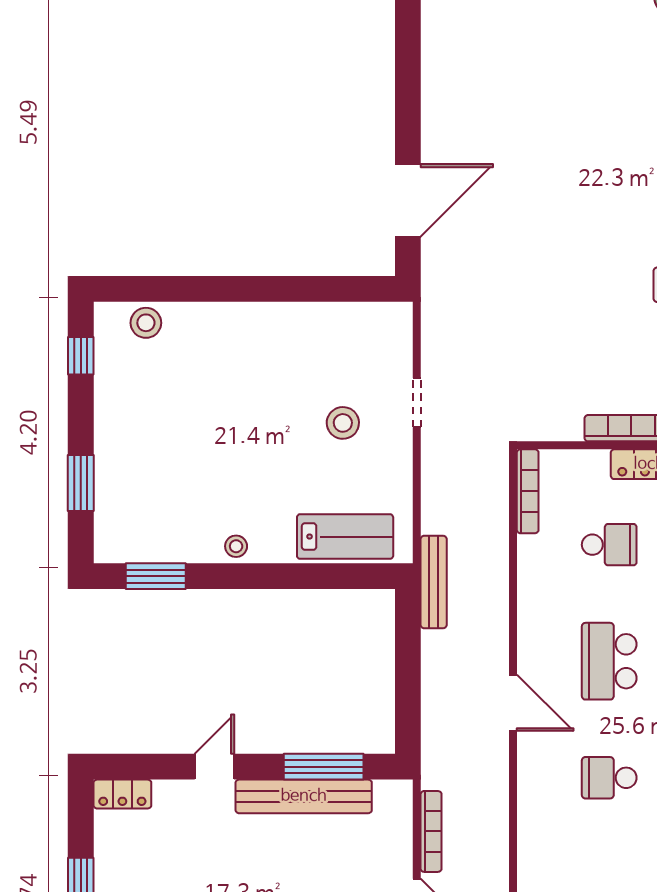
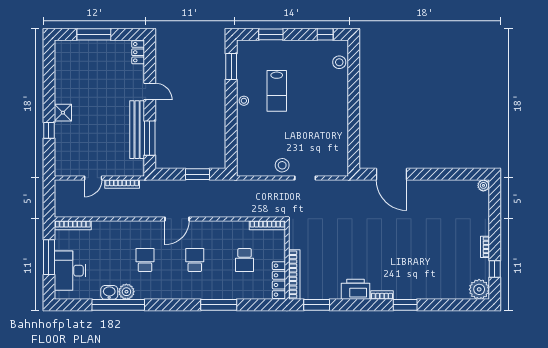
stool: (343, 423) -> (282, 165), moved
lab bench: (345, 537) -> (277, 91), moved
bench: (434, 582) -> (229, 185), removed
window: (408, 655) -> (197, 174), added
school desk: (609, 661) -> (195, 260), width x0.54

